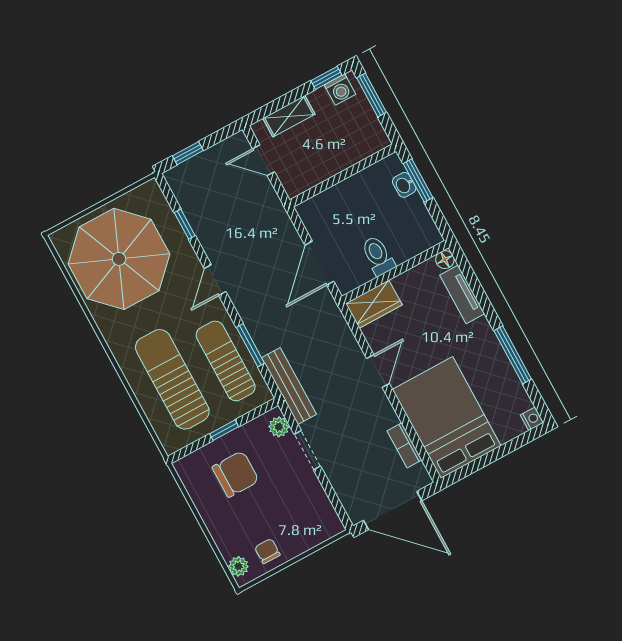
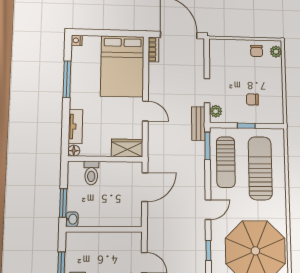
washbasin: (404, 185) -> (72, 219), moved
toilet: (378, 256) -> (91, 173), moved
window: (250, 345) -> (207, 146), moved
door: (378, 371) -> (145, 111), swing flipped
sun lounger: (172, 379) -> (260, 168), turned 180
bench: (289, 386) -> (198, 124), width x0.73
bookcase: (404, 445) -> (153, 50), moved
chair: (235, 474) -> (252, 99), width x0.54, depth x0.54

